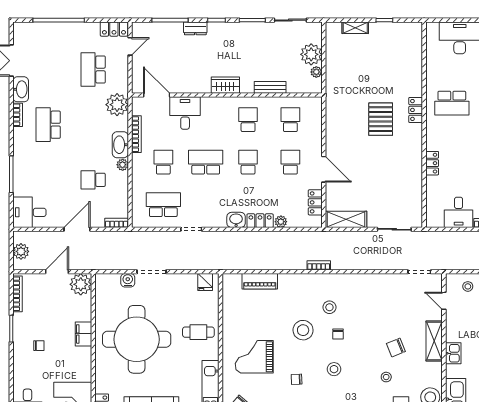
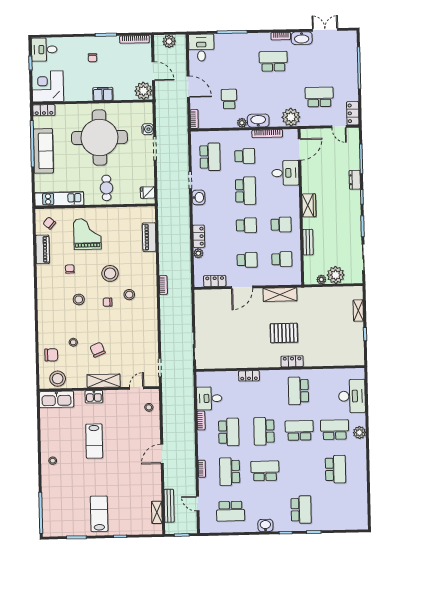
shelving: (346, 219) -> (280, 295), moved, turned 90
washbasin: (236, 220) -> (198, 197), moved

